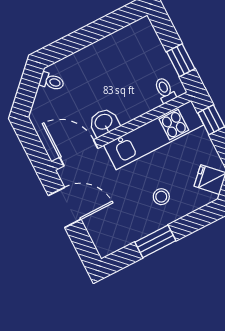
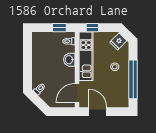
washbasin: (104, 122) -> (69, 60), moved
door: (65, 207) -> (98, 112), hinge flipped
window: (155, 241) -> (133, 79), width x2.11

